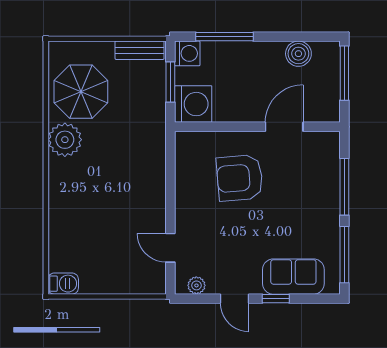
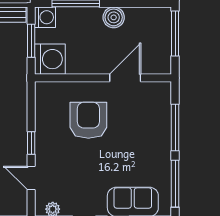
boiler: (298, 54) -> (114, 17), moved
armchair: (240, 178) -> (88, 120), turned 95
window: (170, 206) -> (31, 143), added

